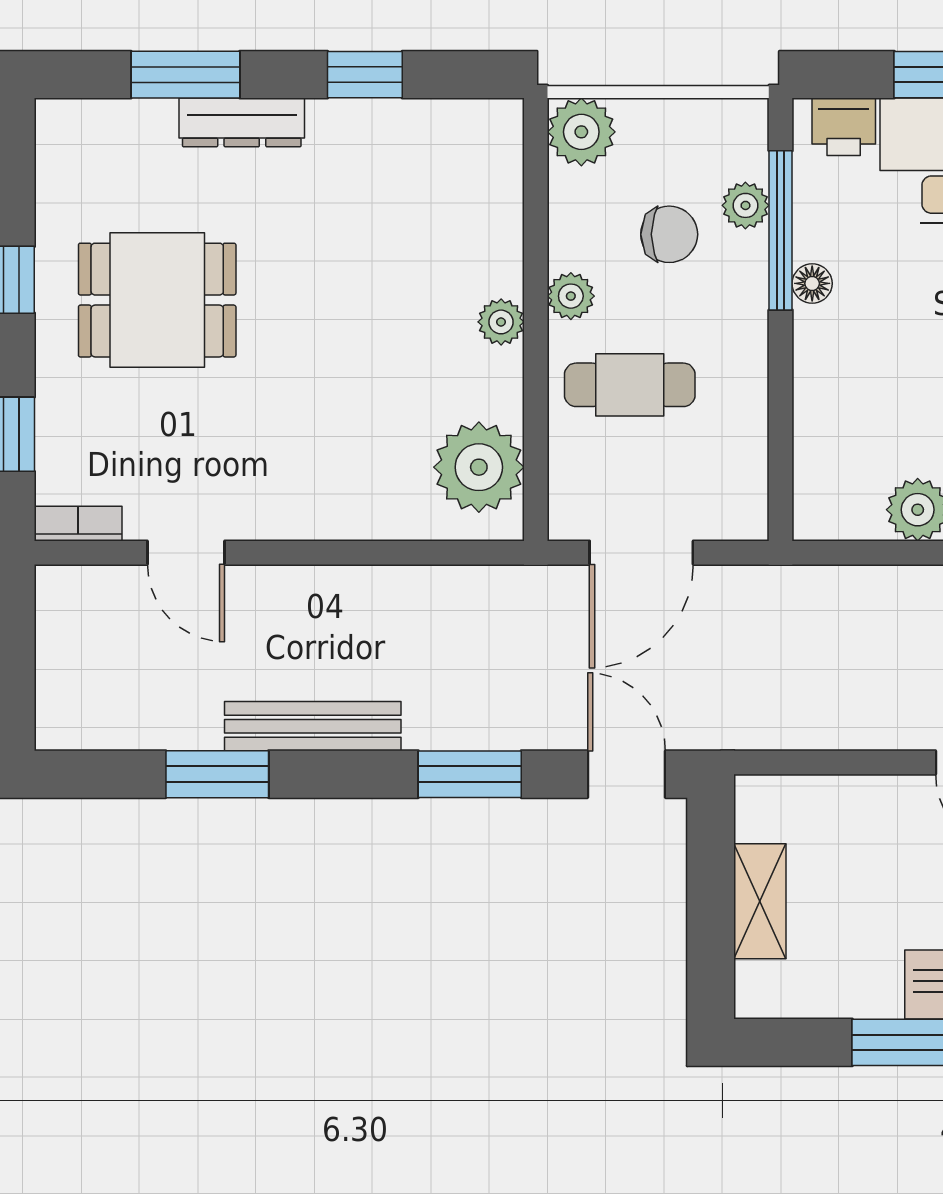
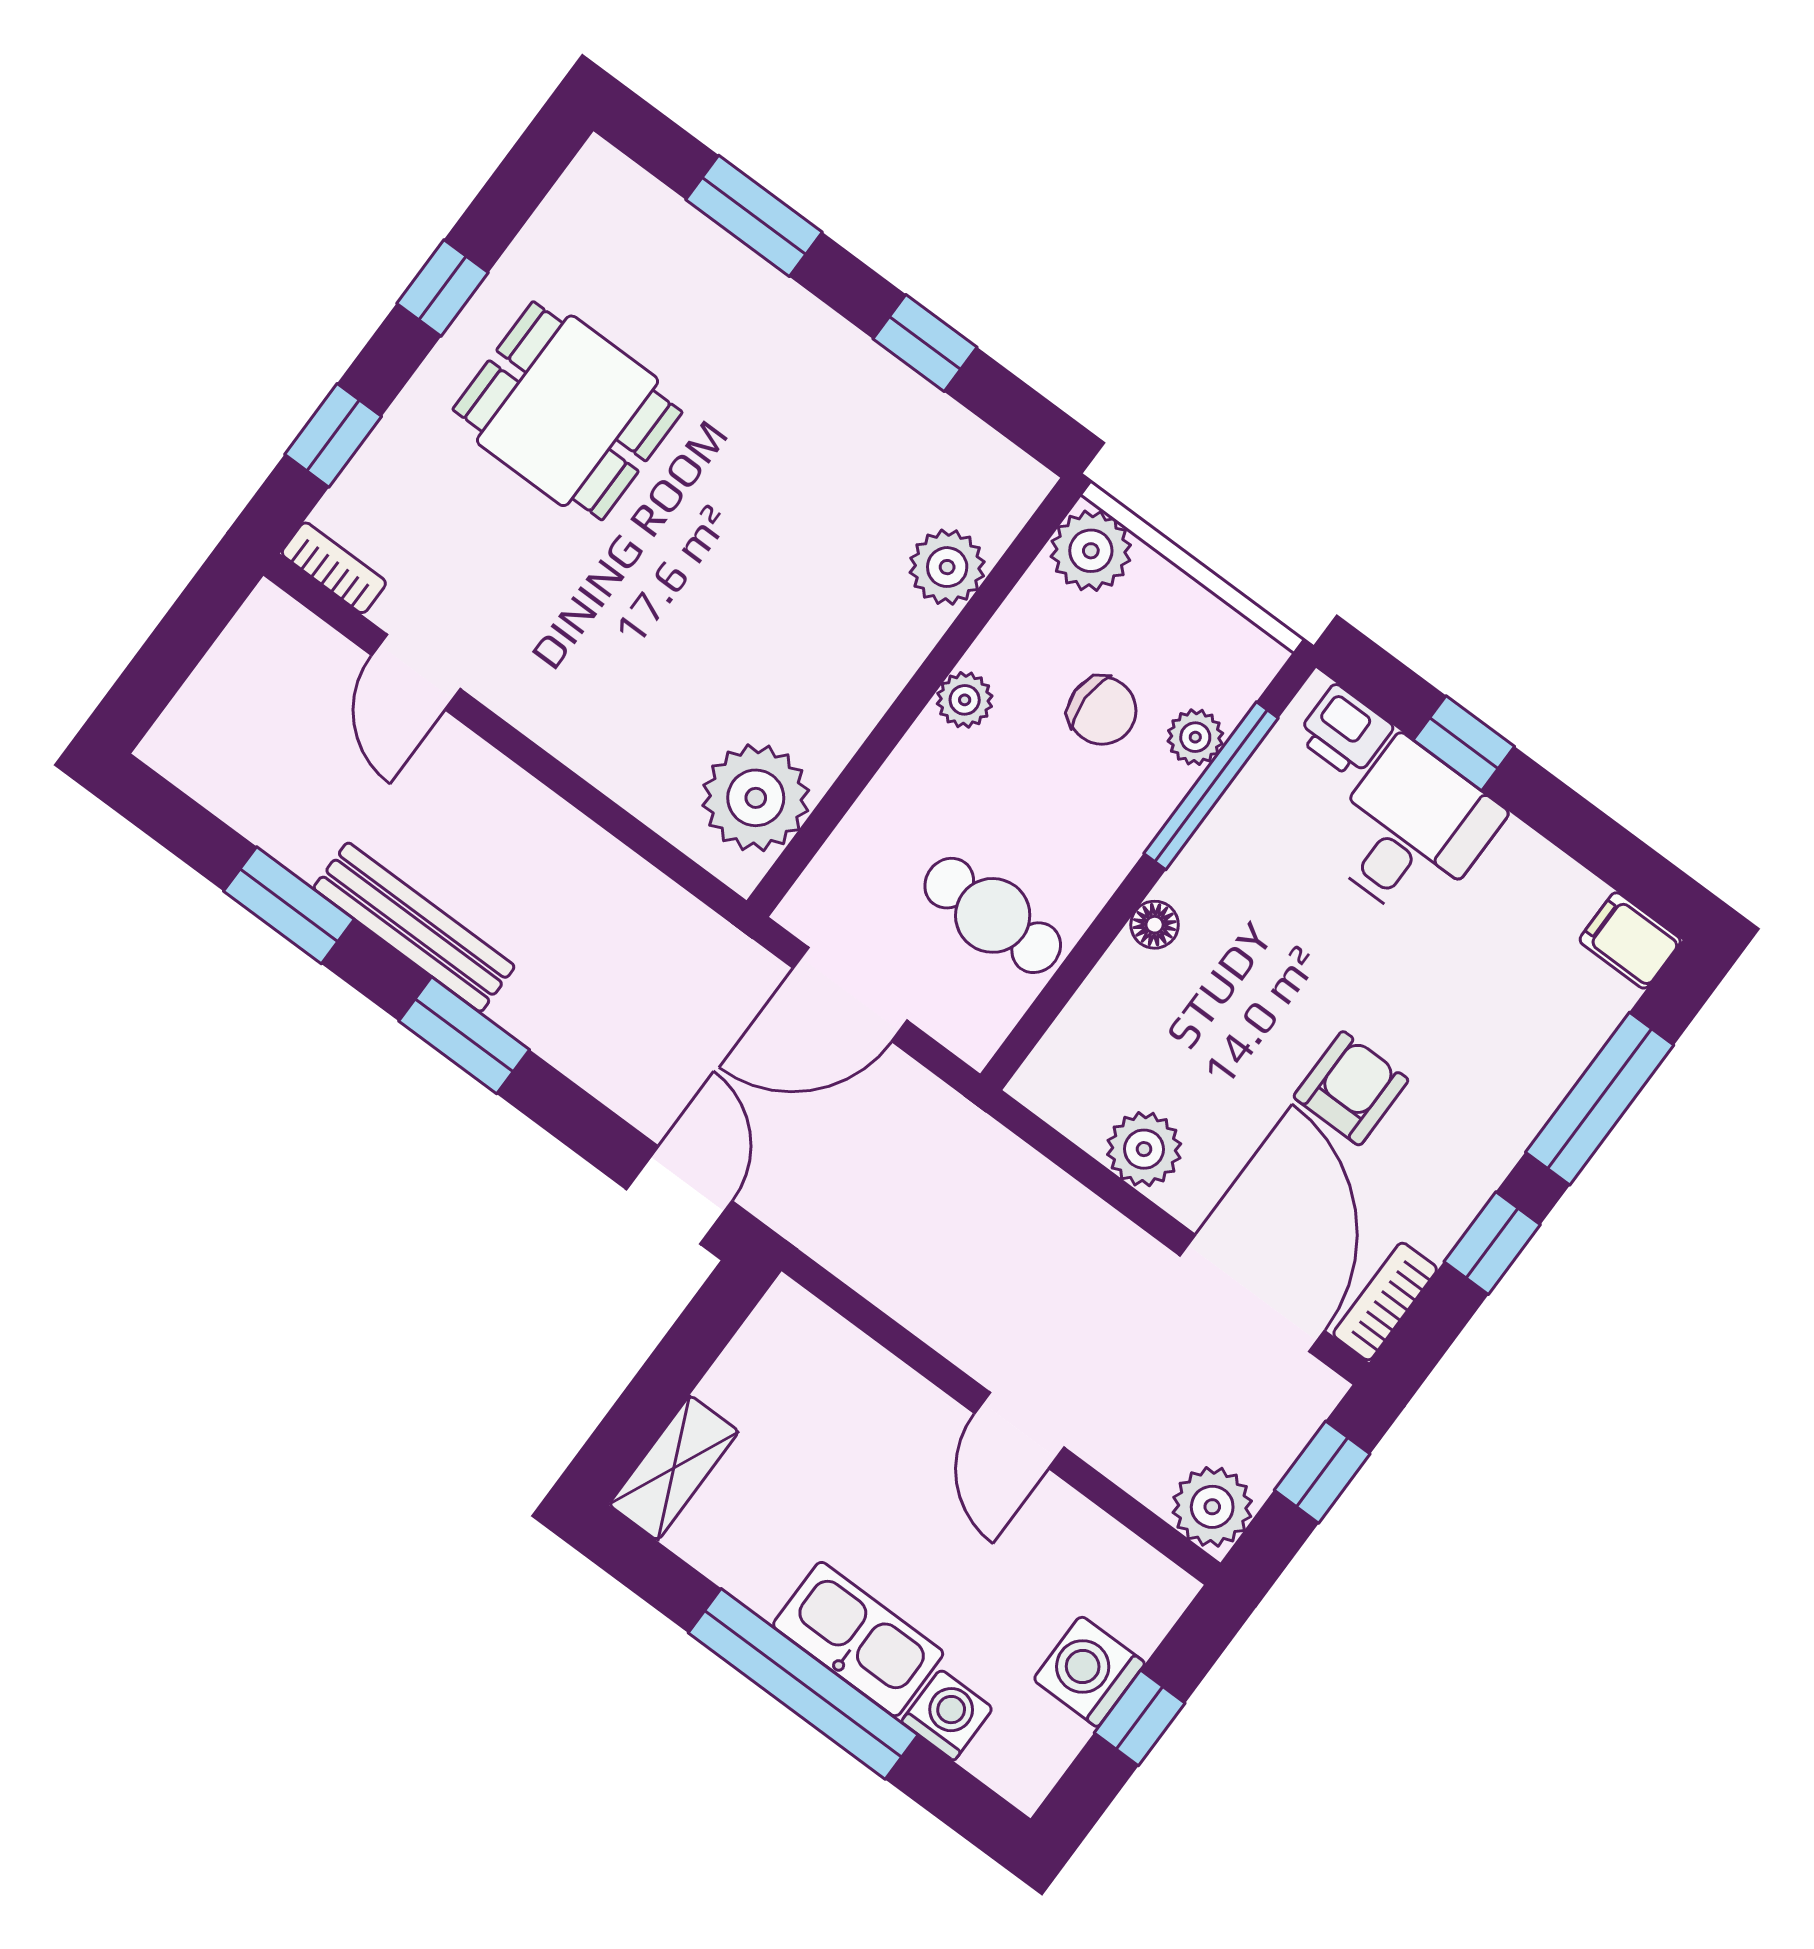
dresser: (242, 122) -> (774, 301), removed
floor lamp: (812, 283) -> (1155, 925), moved
plant: (501, 322) -> (947, 567), moved, width x1.38, depth x1.38
cafe table: (630, 385) -> (993, 915), moved
window: (470, 774) -> (464, 1035), moved
shelving: (760, 901) -> (674, 1468), moved

